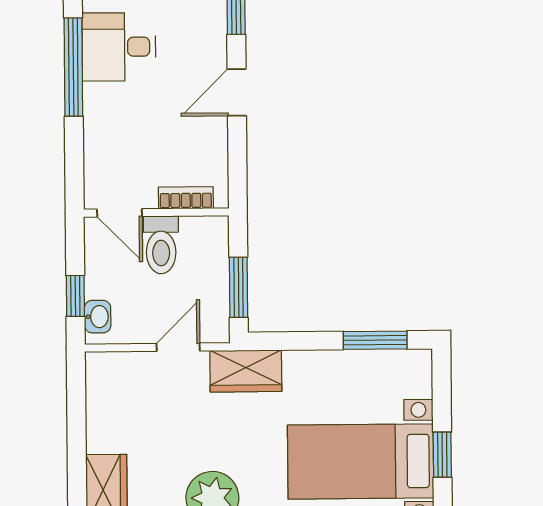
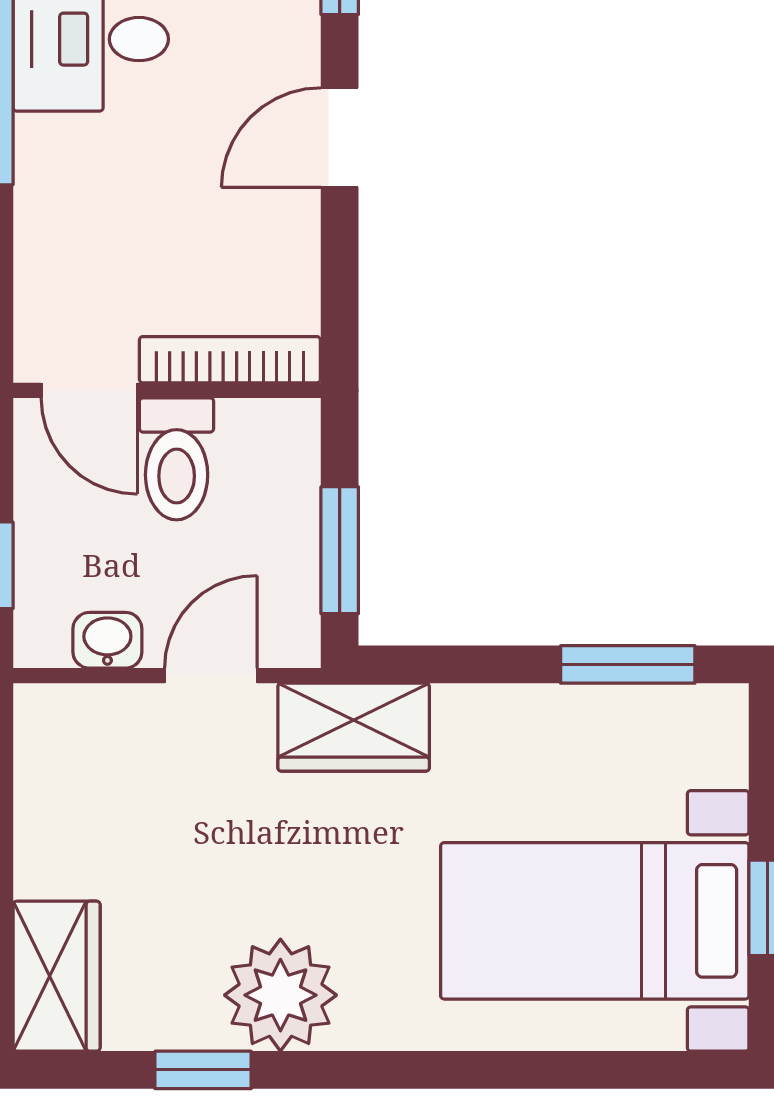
bookcase: (186, 198) -> (230, 360), width x1.56
washbasin: (98, 317) -> (107, 640), moved, turned -90

